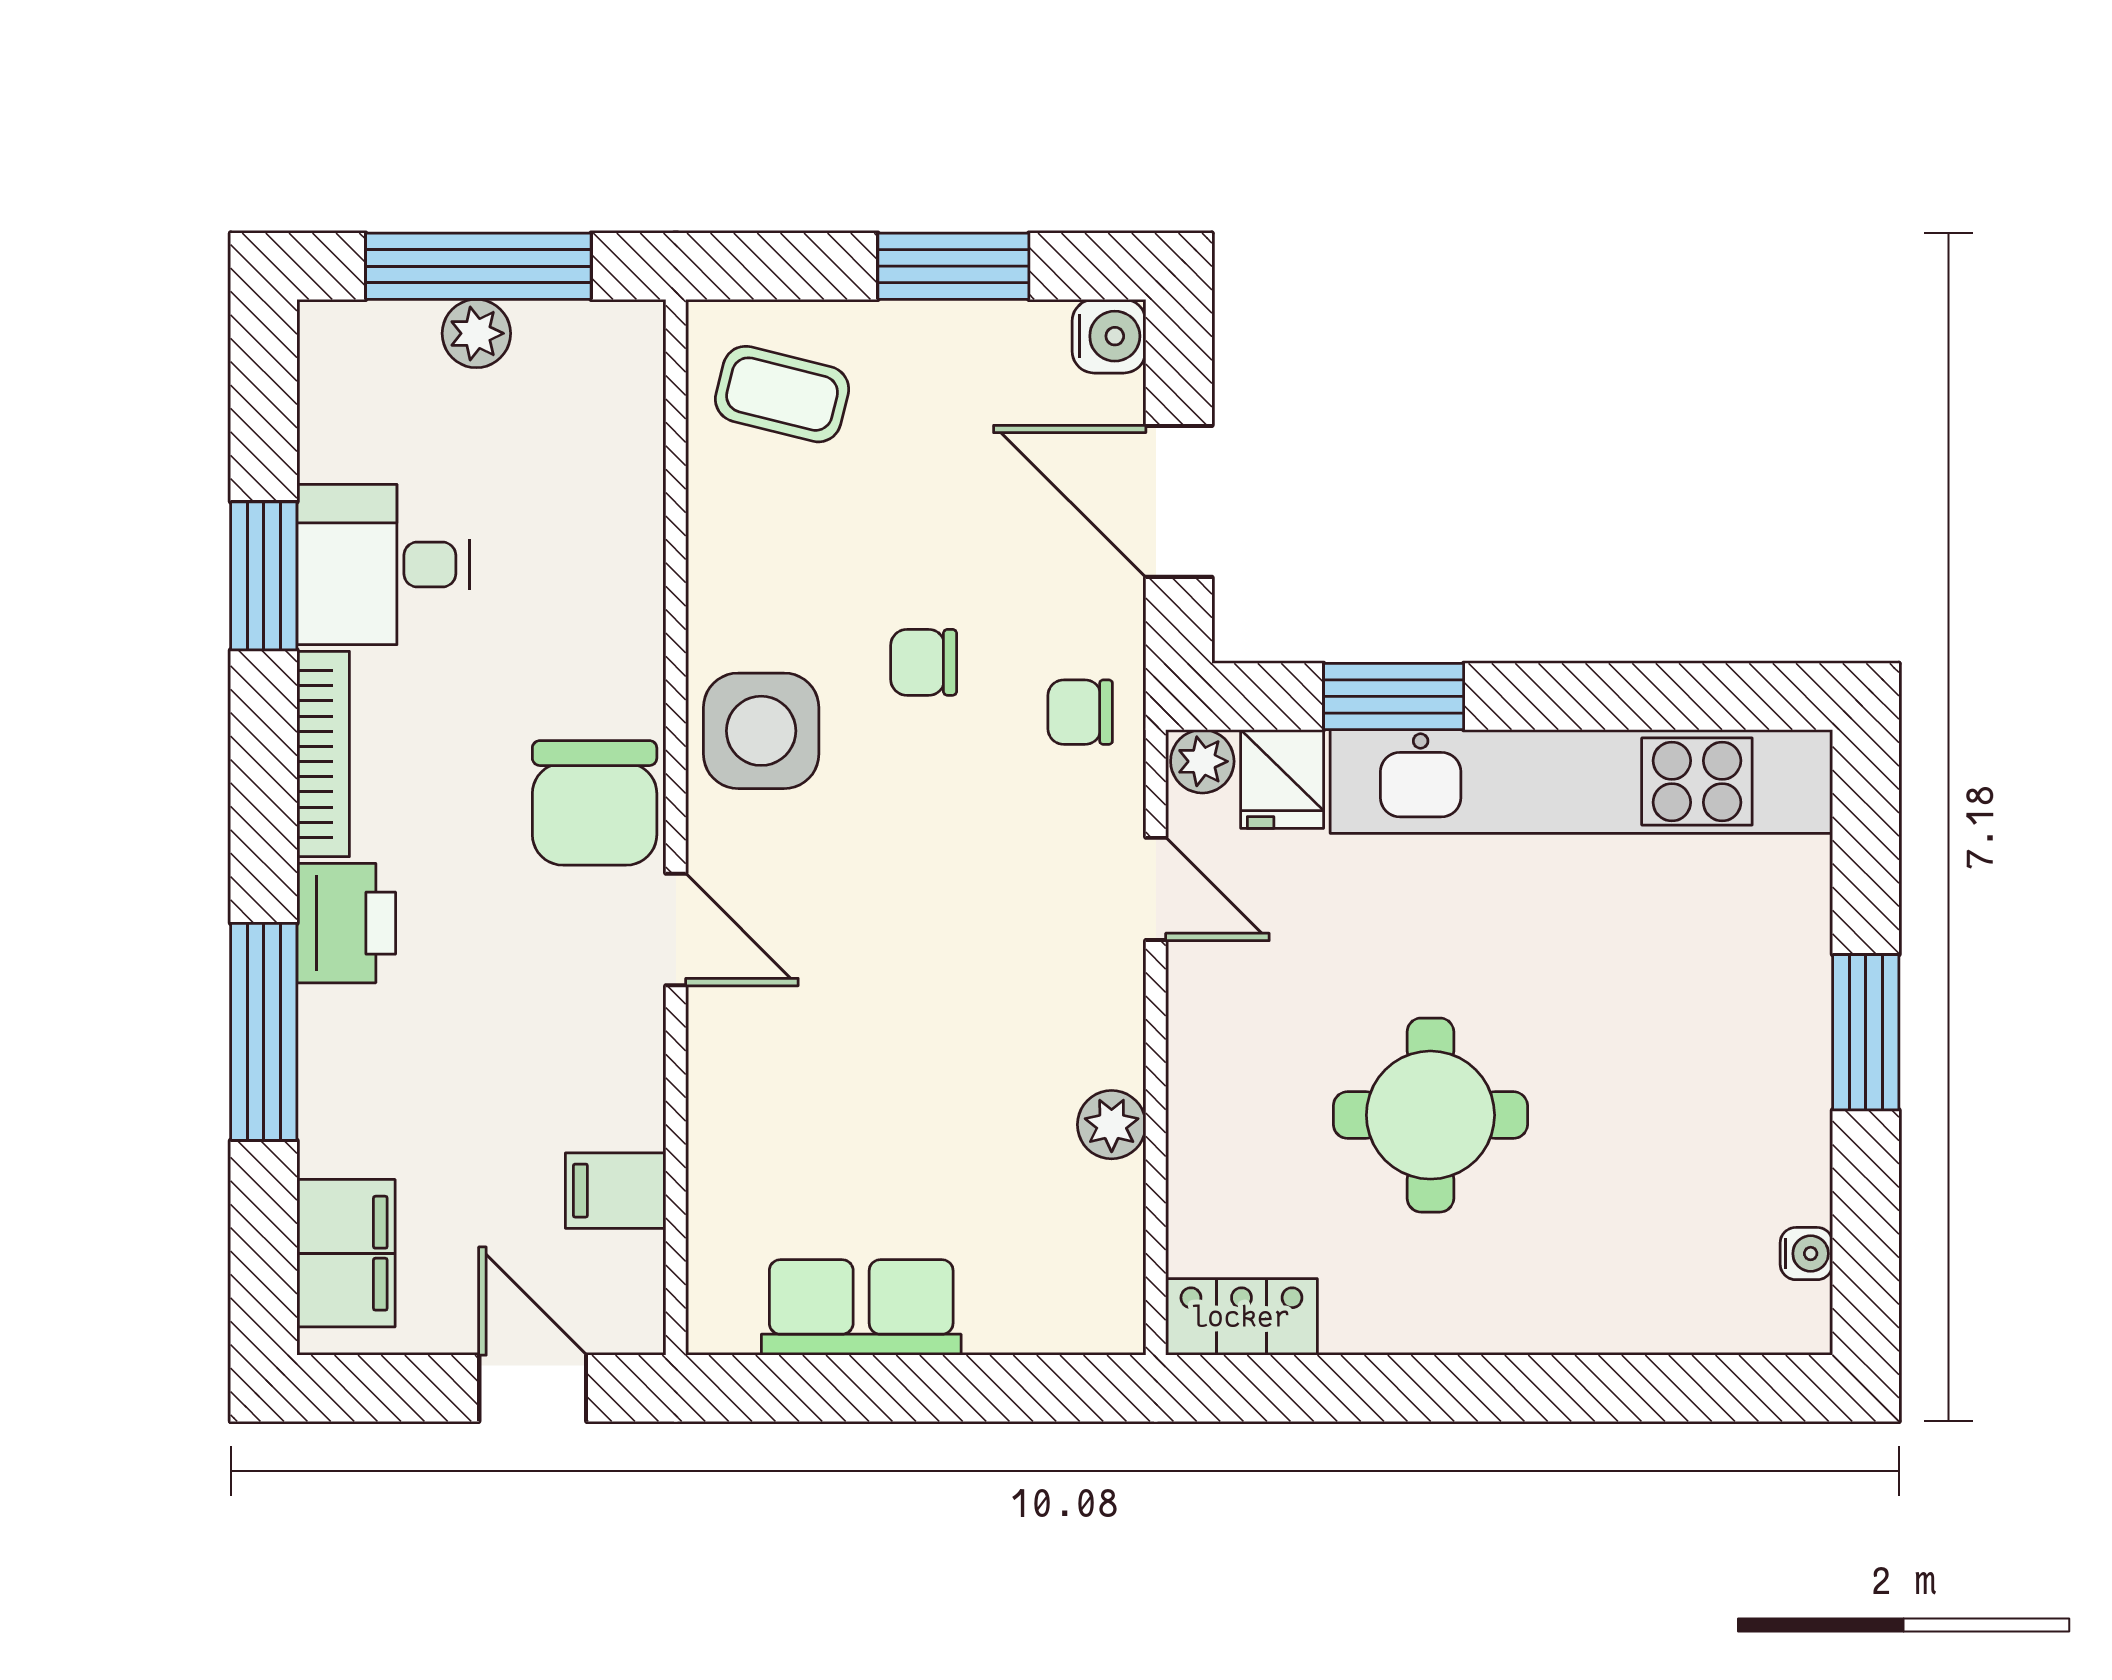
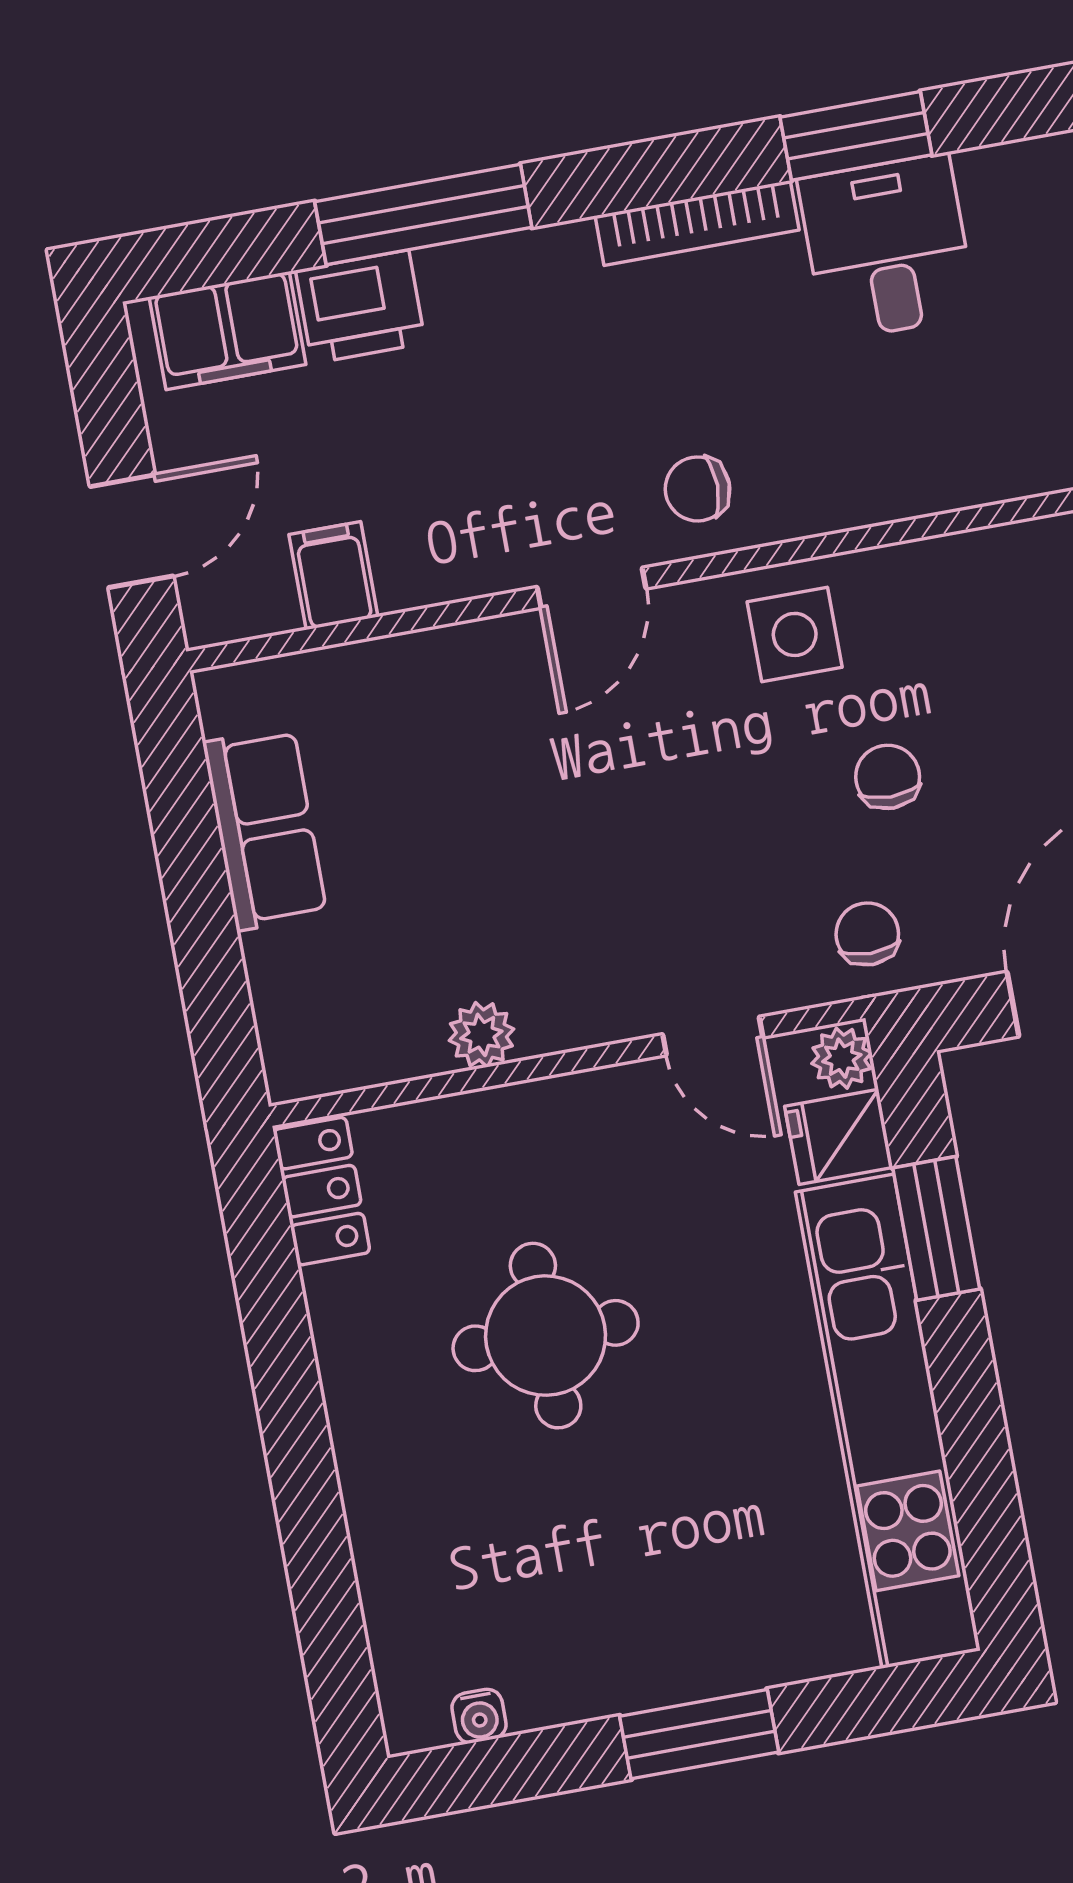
side table: (761, 731) -> (795, 634), width x0.73, depth x0.73
chair: (595, 803) -> (698, 489), width x0.54, depth x0.54
door: (1156, 889) -> (713, 1036), hinge flipped
printer: (346, 923) -> (360, 307), moved

